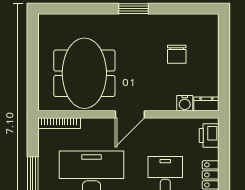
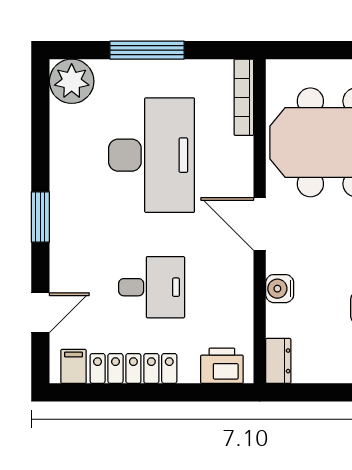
water cooler: (185, 103) -> (280, 289), moved

